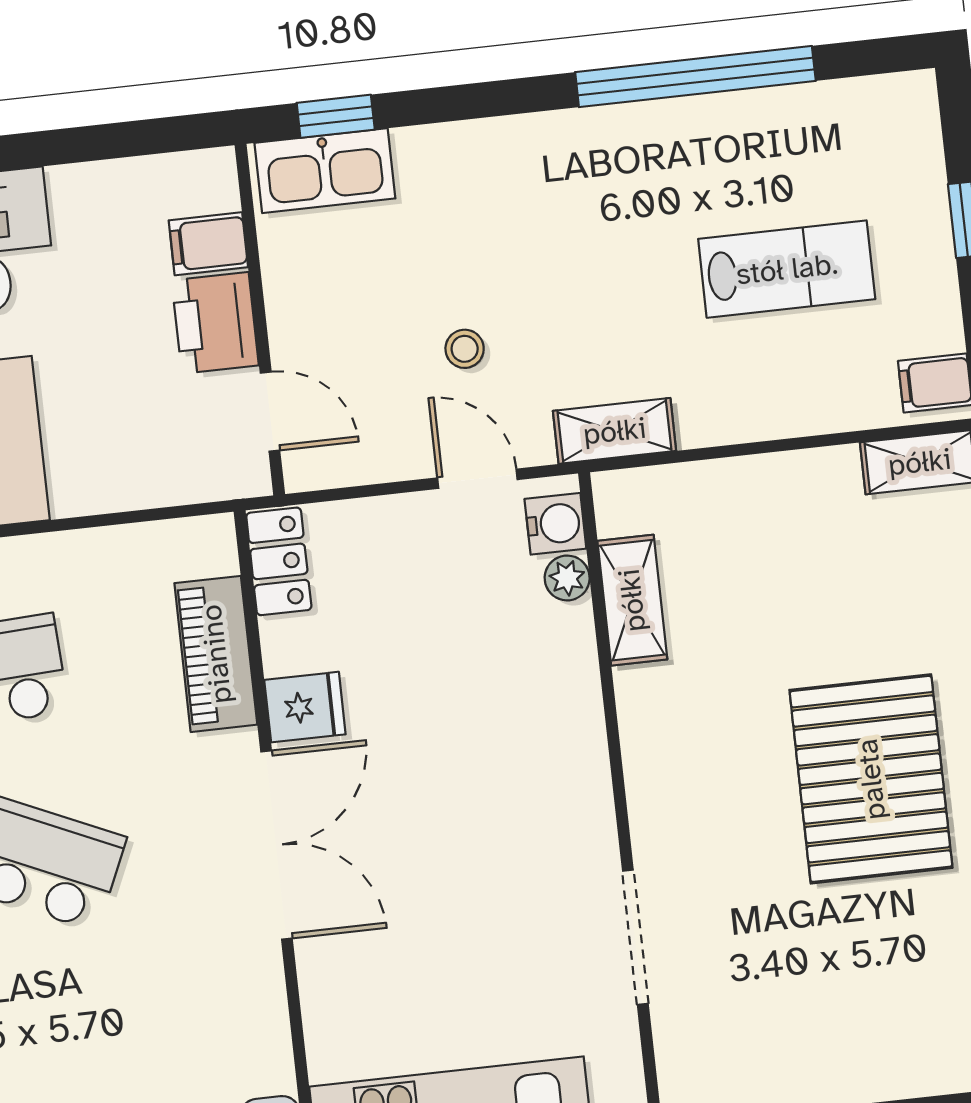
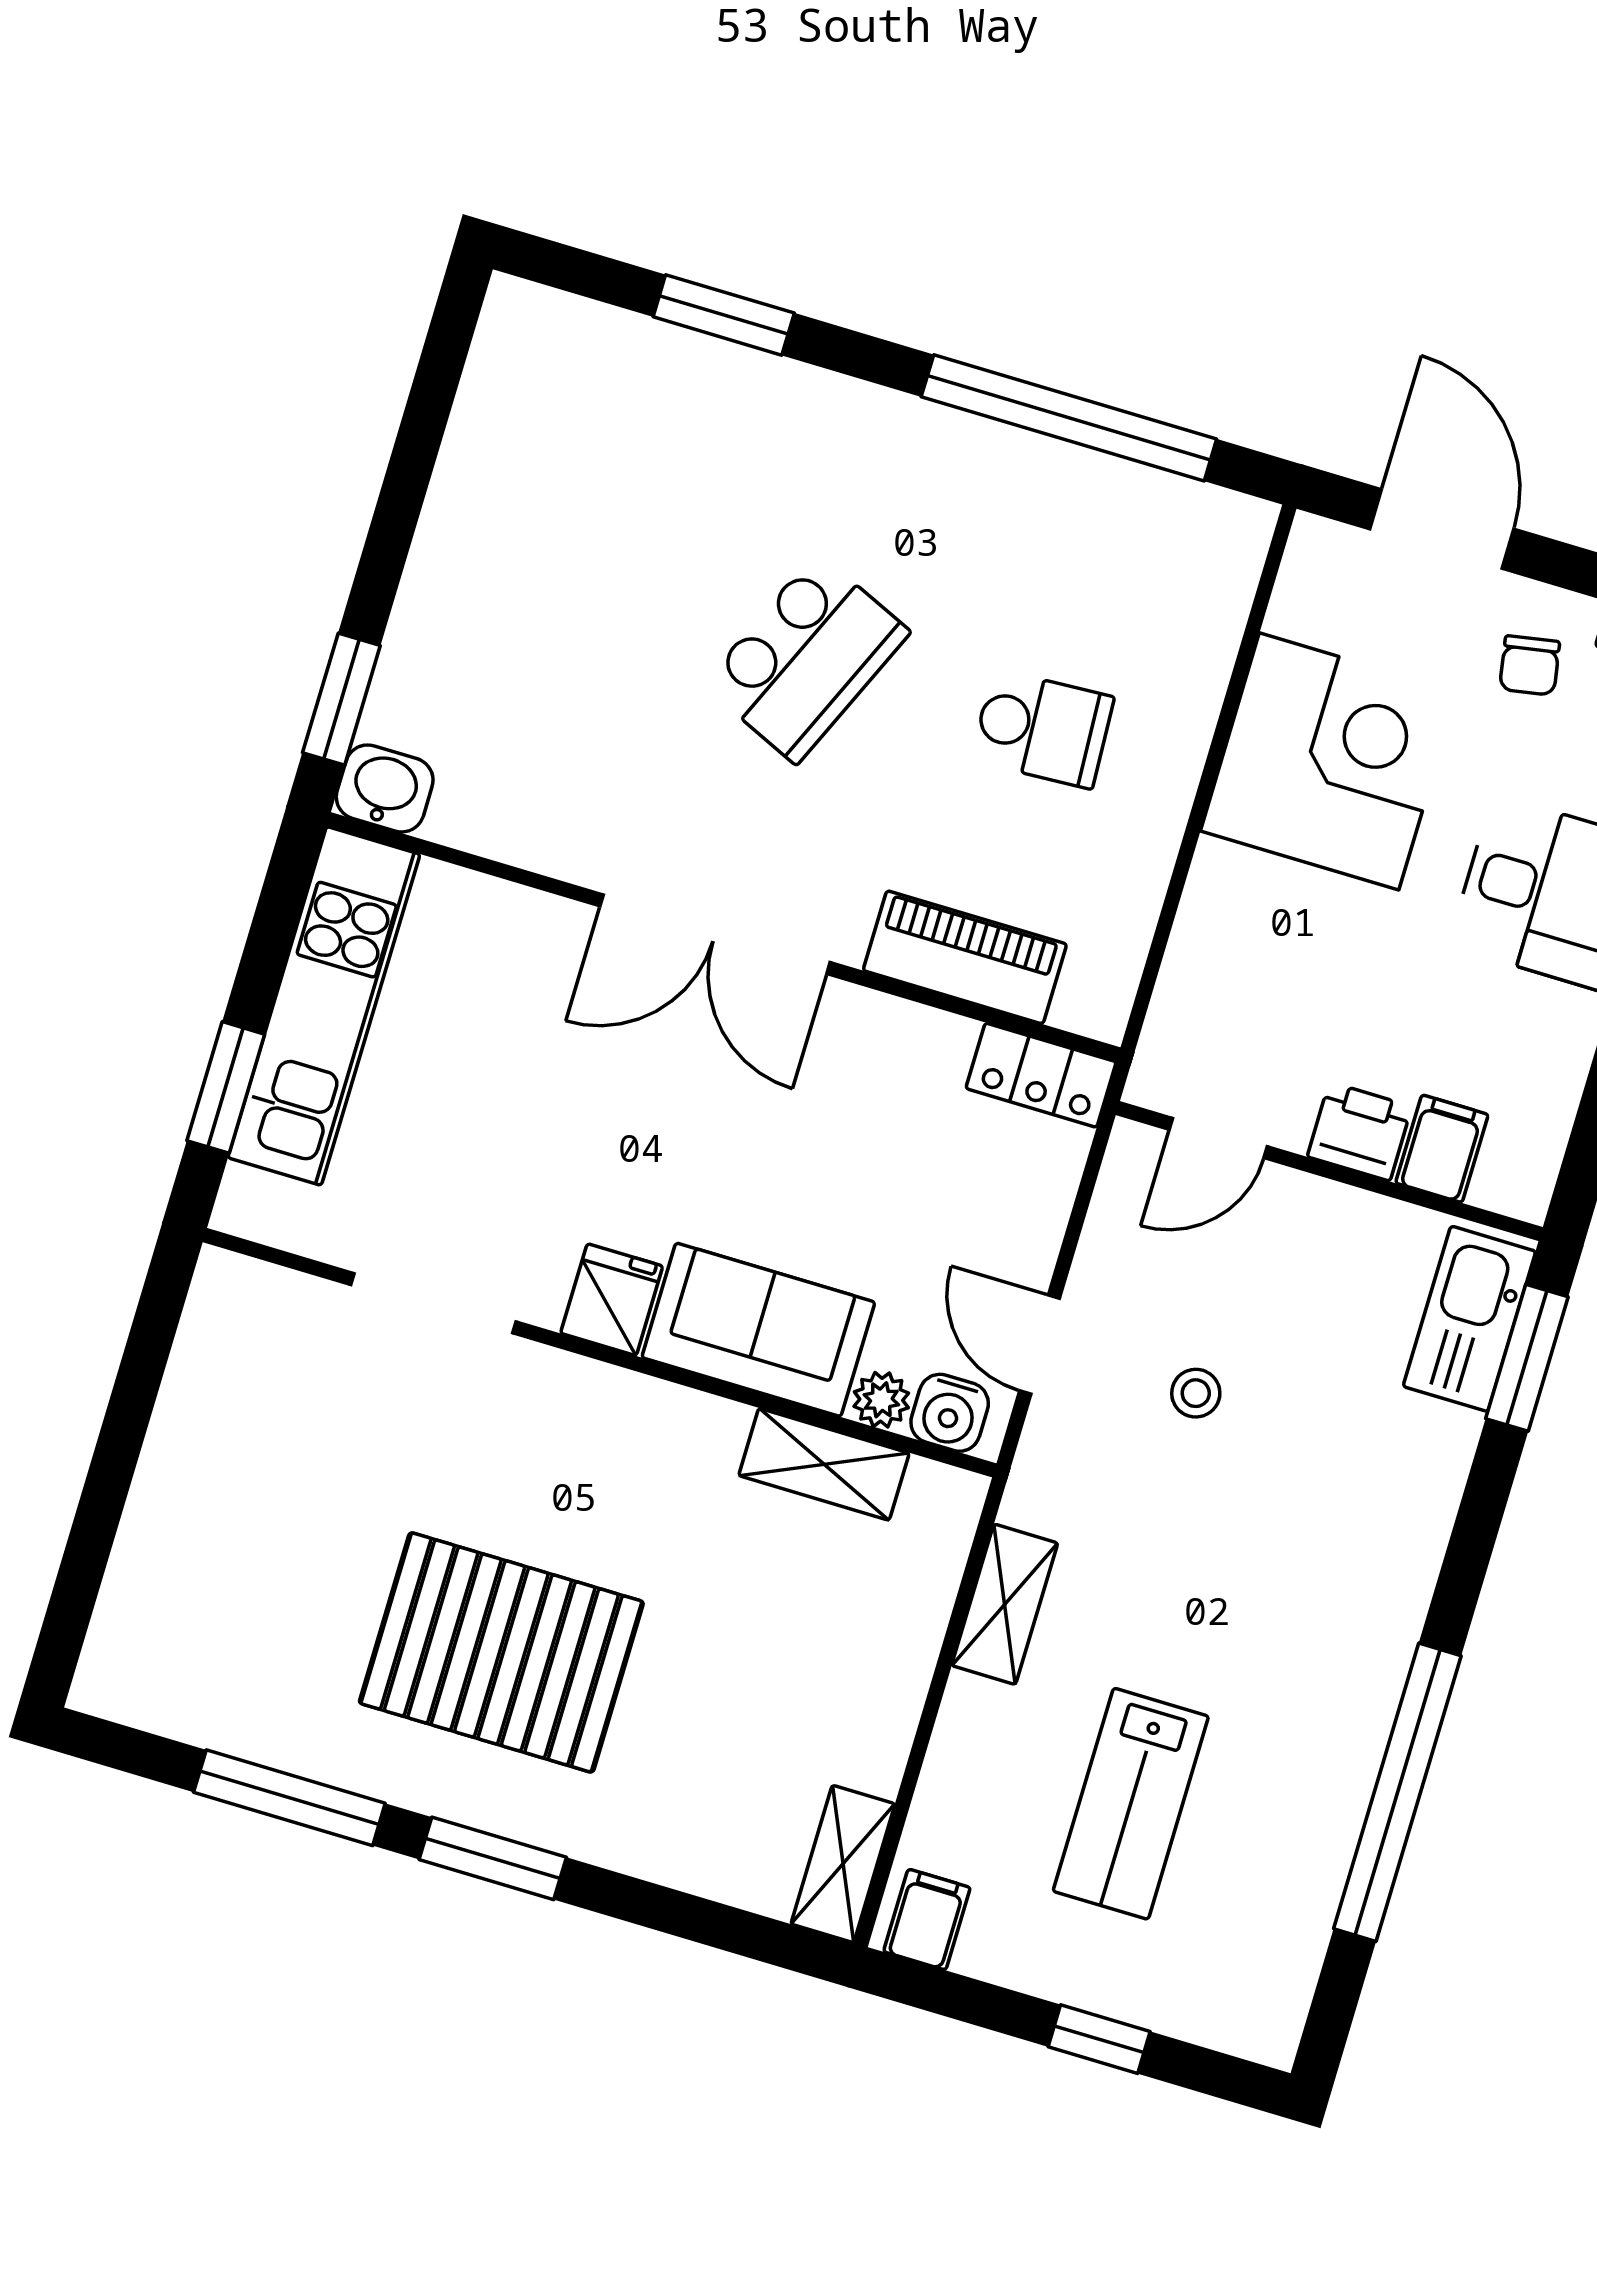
window: (336, 116) -> (1527, 1358), width x1.50
printer: (215, 323) -> (1360, 1132), width x0.73, depth x0.81
shelving: (615, 431) -> (1005, 1604), moved
door: (477, 479) -> (1040, 1345), swing flipped
sofa: (554, 690) -> (758, 1330), added
fridge: (305, 707) -> (612, 1300), moved, turned 180

